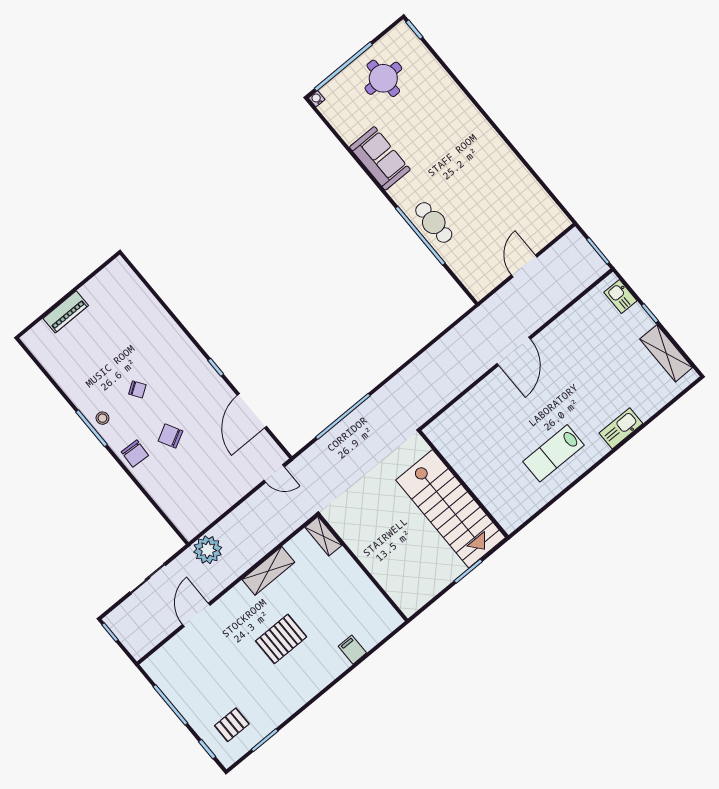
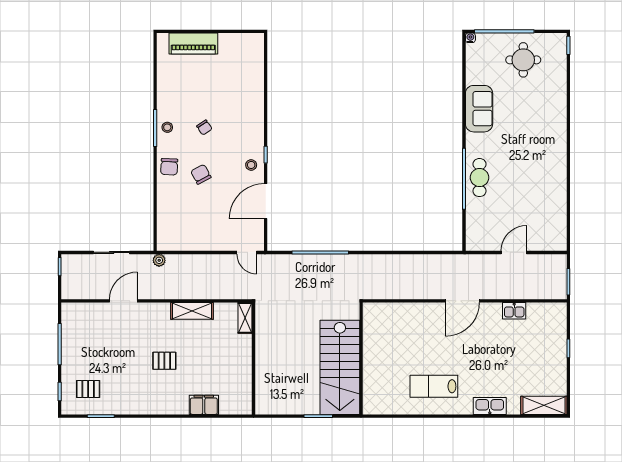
kitchen sink: (620, 296) -> (514, 311), moved, turned -90
piano: (66, 312) -> (193, 43), width x1.37, depth x1.33
shelving: (666, 353) -> (544, 405), moved, turned 90
stool: (210, 388) -> (251, 165), added
plant: (208, 550) -> (159, 260), width x0.53, depth x0.53
pallet: (281, 639) -> (164, 361), width x0.67, depth x0.71
filing cabinet: (352, 650) -> (204, 405), width x2.00

